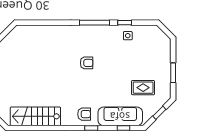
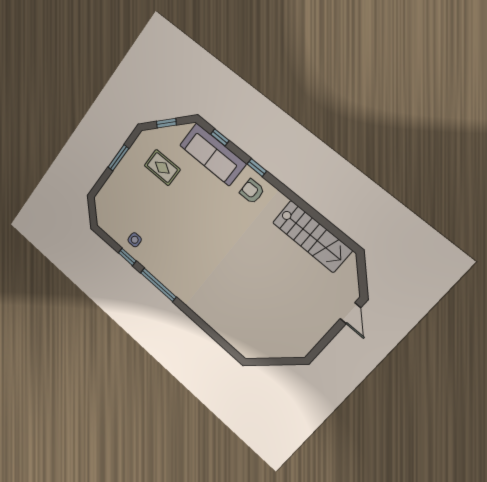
armchair: (87, 63) -> (202, 248), removed

